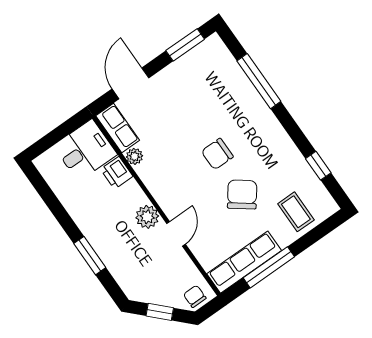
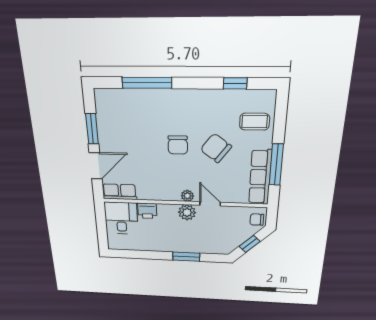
window: (185, 45) -> (92, 129), moved
door: (130, 83) -> (96, 166), swing flipped
plant: (134, 156) -> (187, 196), moved

